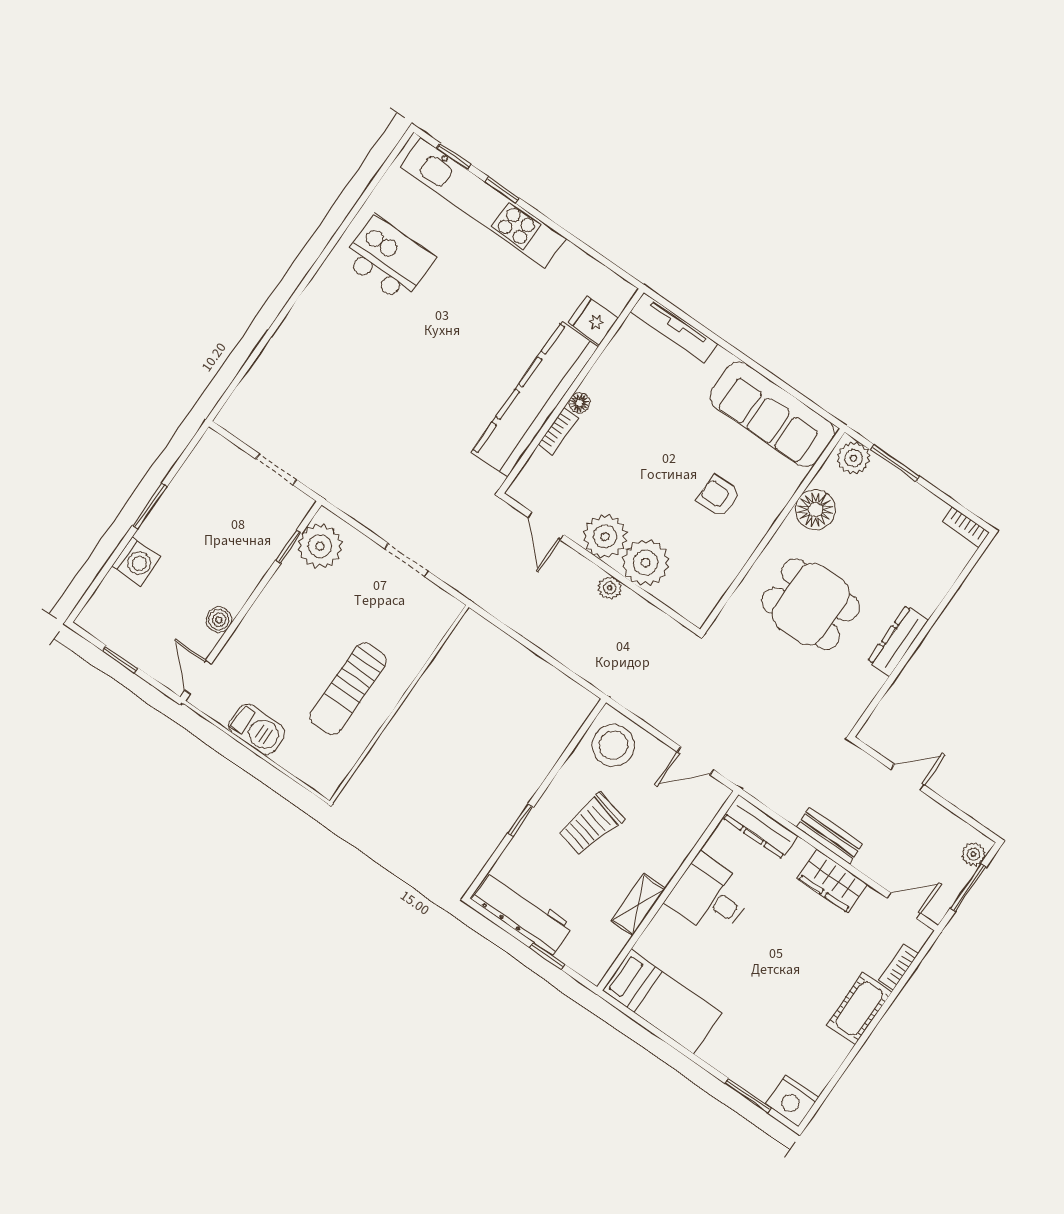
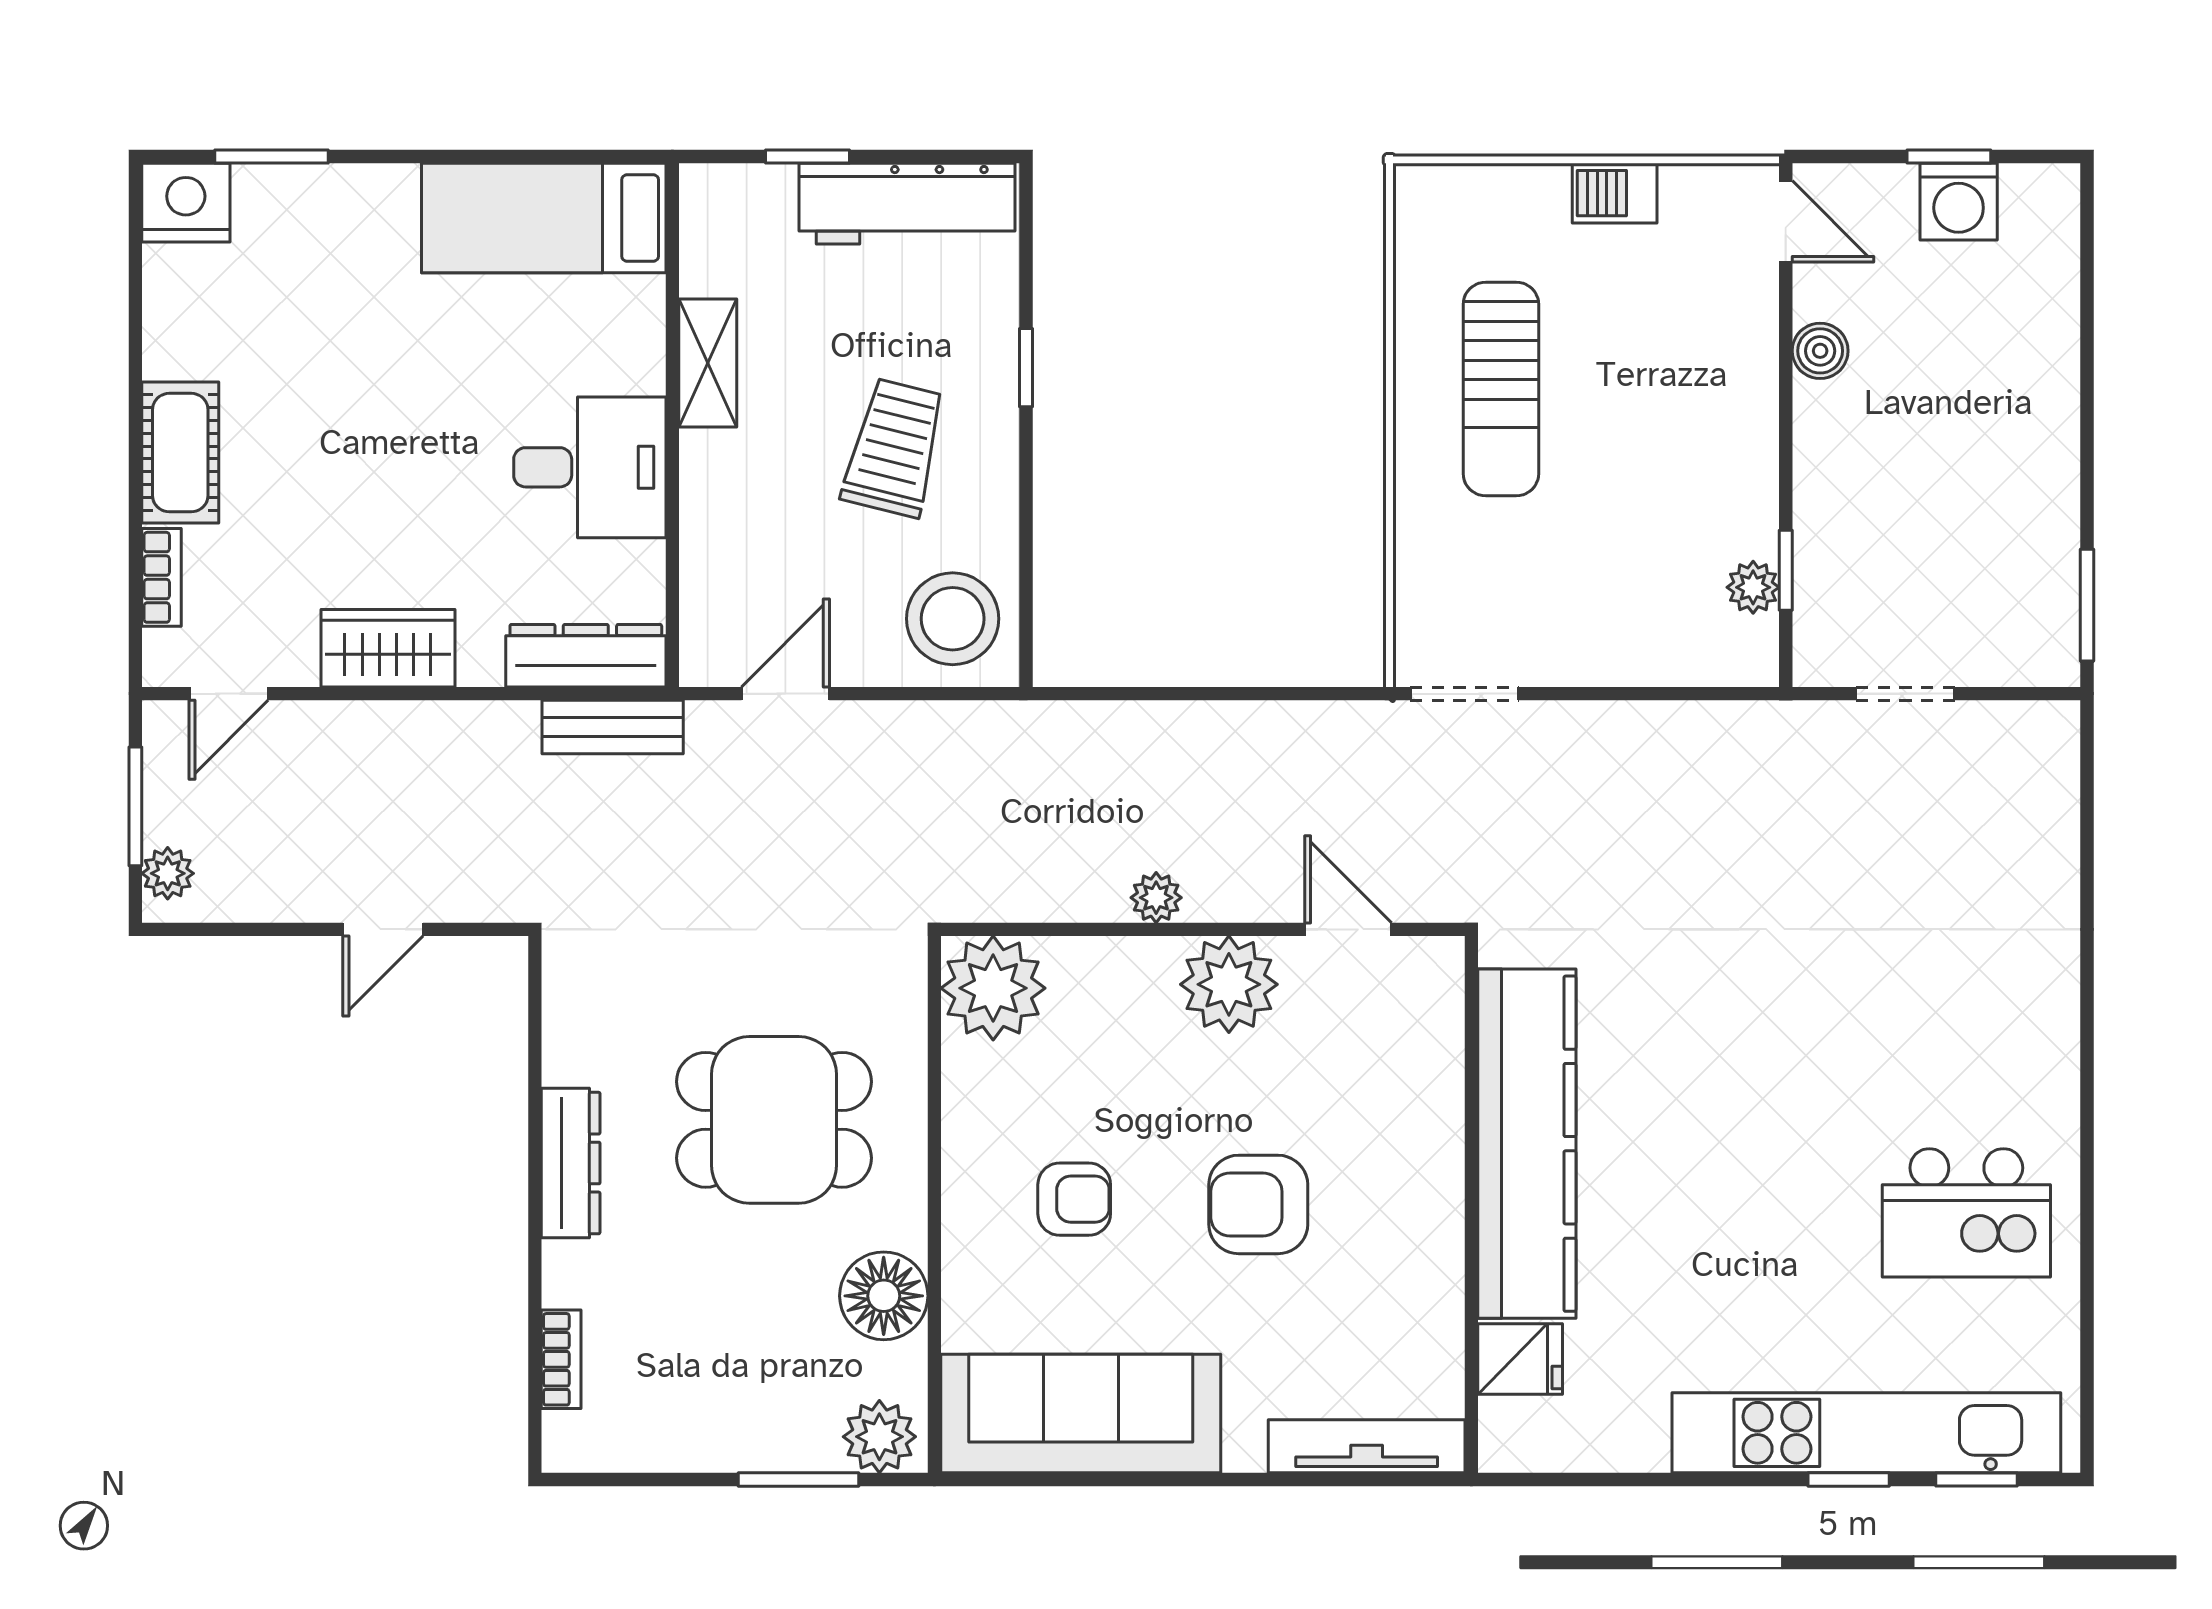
floor lamp: (579, 403) -> (1442, 1193), removed
bookcase: (558, 431) -> (1445, 1115), removed
armchair: (651, 446) -> (1258, 1204), added
window: (150, 506) -> (2087, 605), moved
bookcase: (966, 527) -> (561, 1359), moved, turned 90
plant: (320, 546) -> (1753, 587), width x0.53, depth x0.53
doorway: (407, 560) -> (1464, 694), moved
washing machine: (136, 561) -> (1959, 202), moved, turned -90
plant: (646, 563) -> (993, 988), moved
sun lounger: (348, 689) -> (1501, 389), turned 180
barbecue: (257, 729) -> (1615, 193), width x0.73, depth x0.79
bench: (830, 836) -> (613, 727), moved

